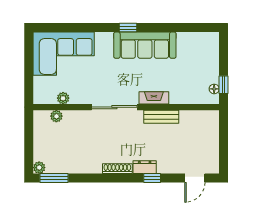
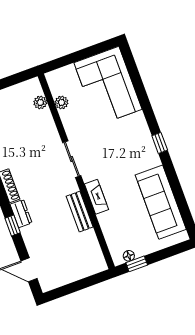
sofa: (145, 45) -> (161, 202), moved
sliding door: (114, 107) -> (72, 159), width x0.73

